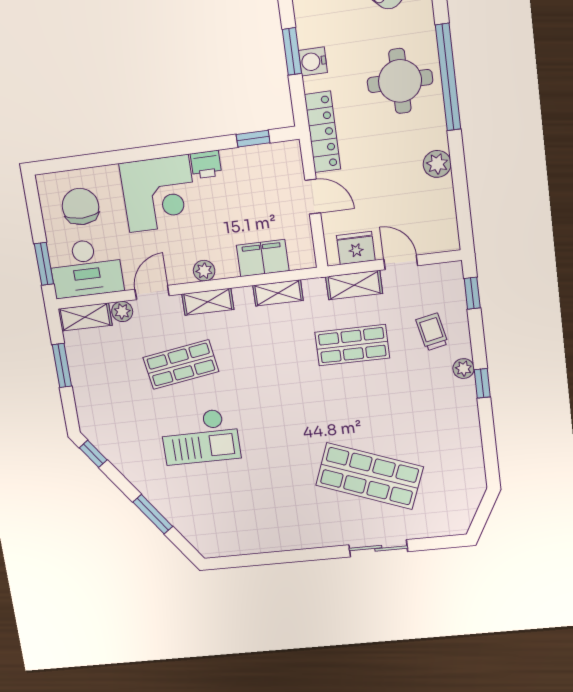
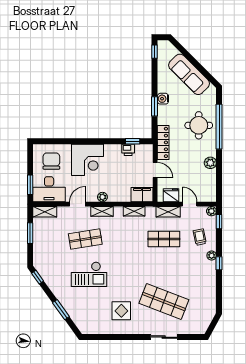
water cooler: (313, 61) -> (163, 99), moved
printer: (206, 165) -> (128, 150), moved
filing cabinet: (263, 258) -> (142, 195), moved
plant: (122, 311) -> (211, 211), moved
display table: (280, 504) -> (121, 311), added

